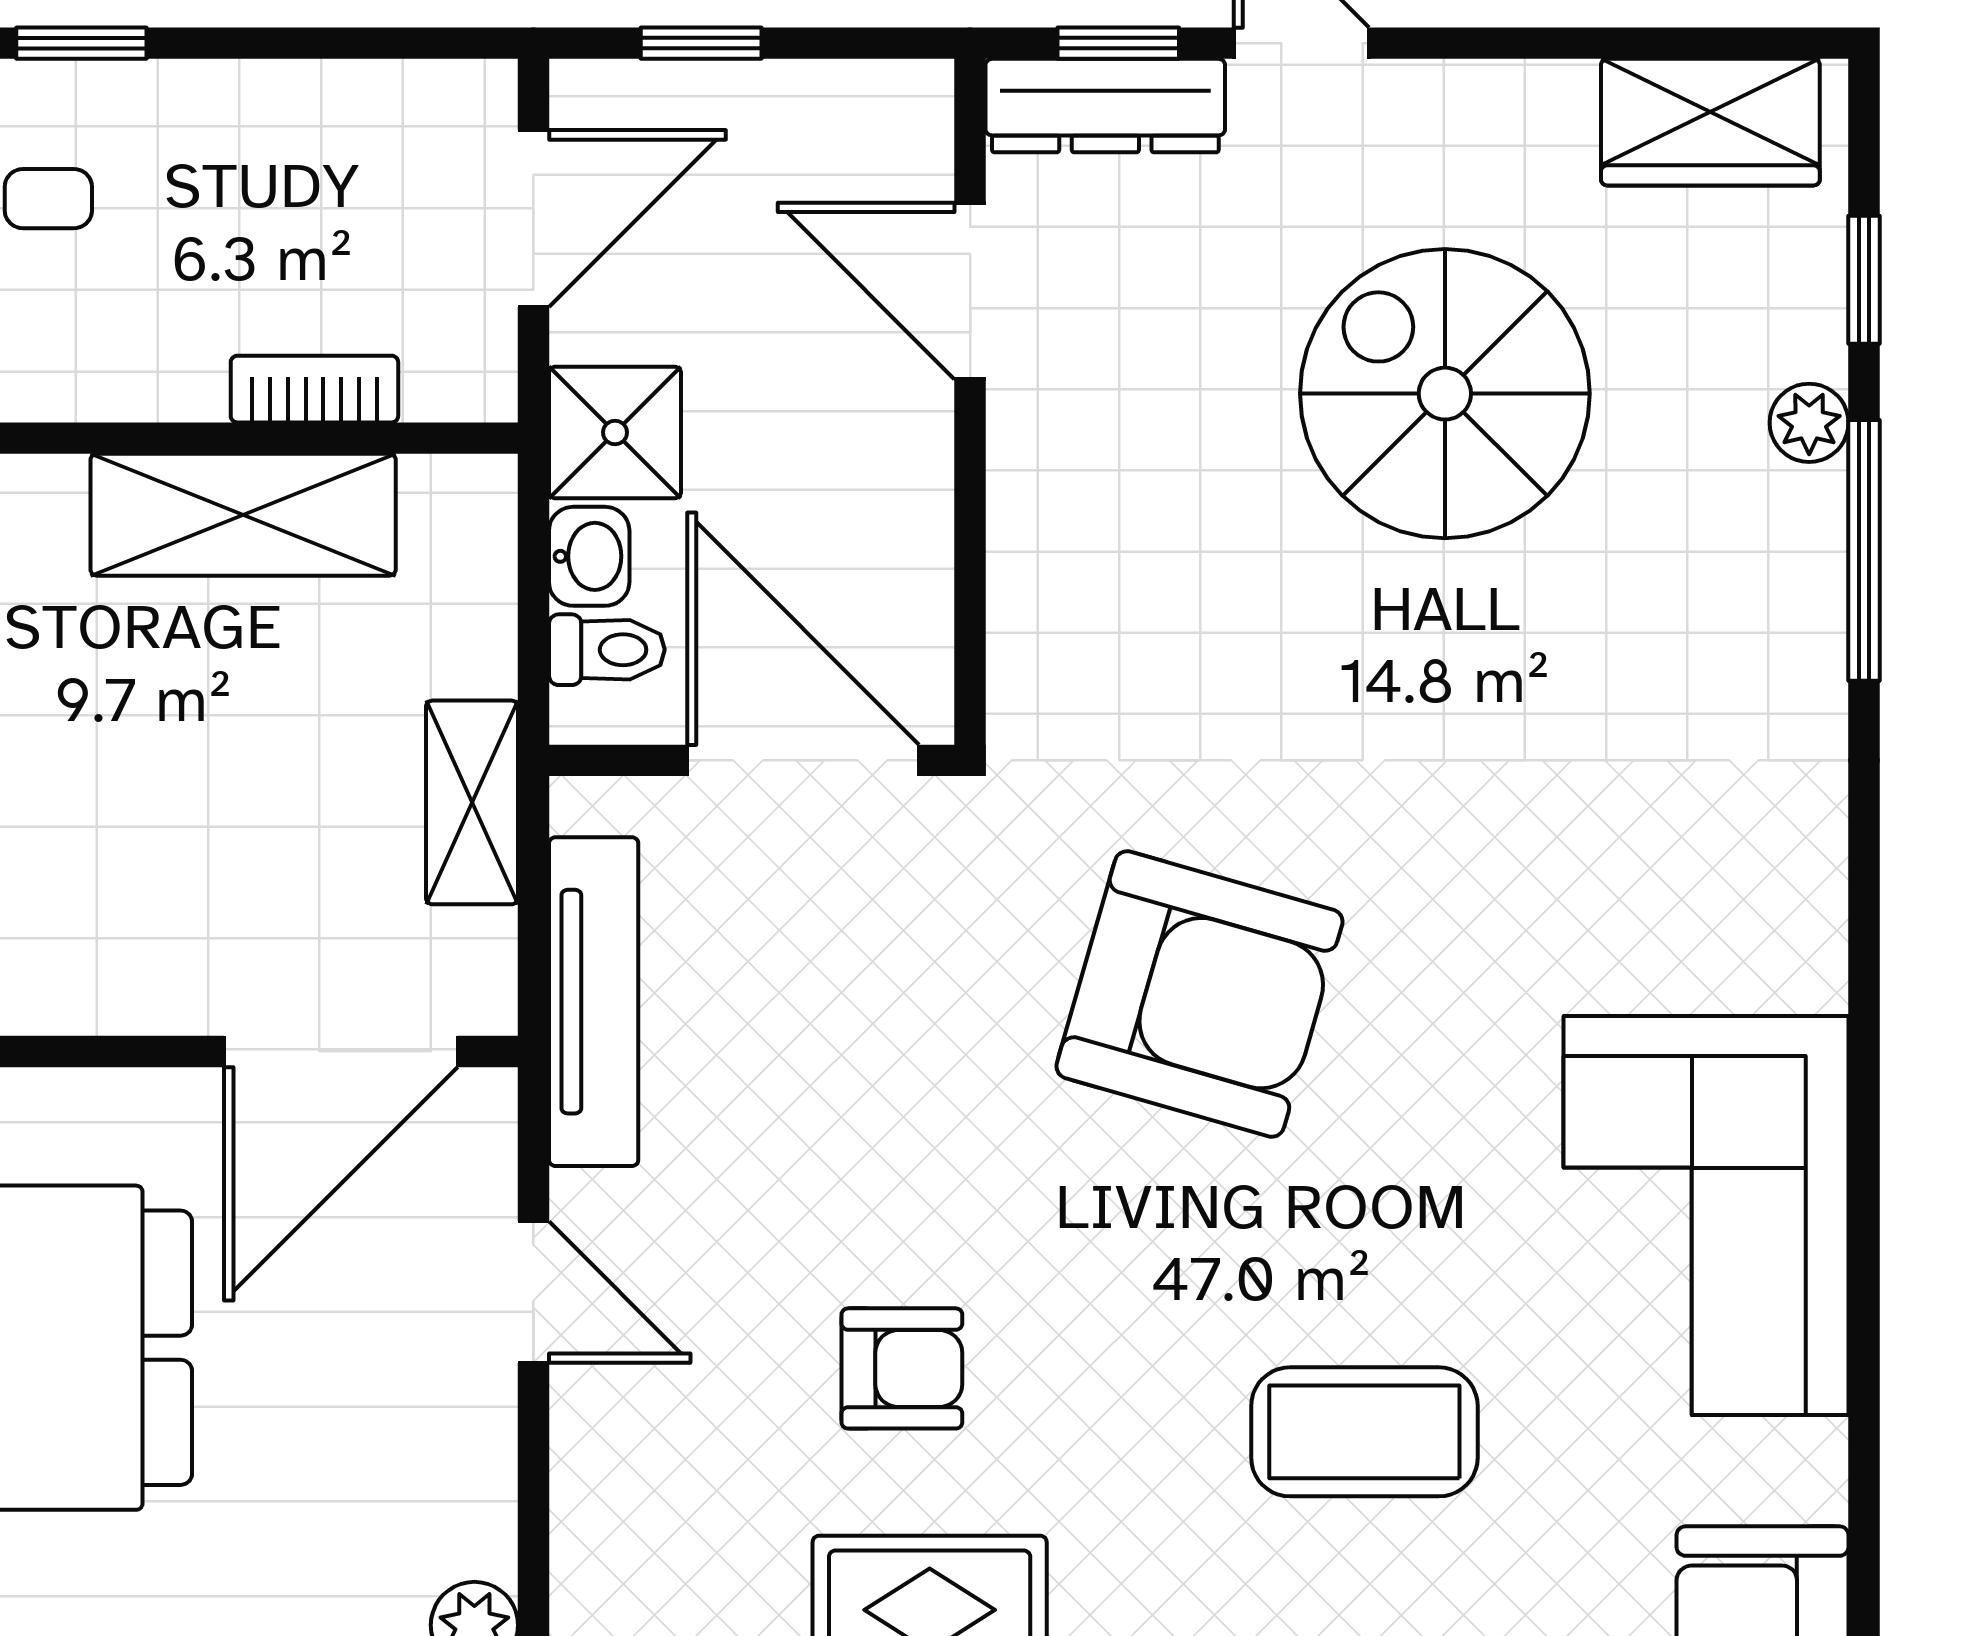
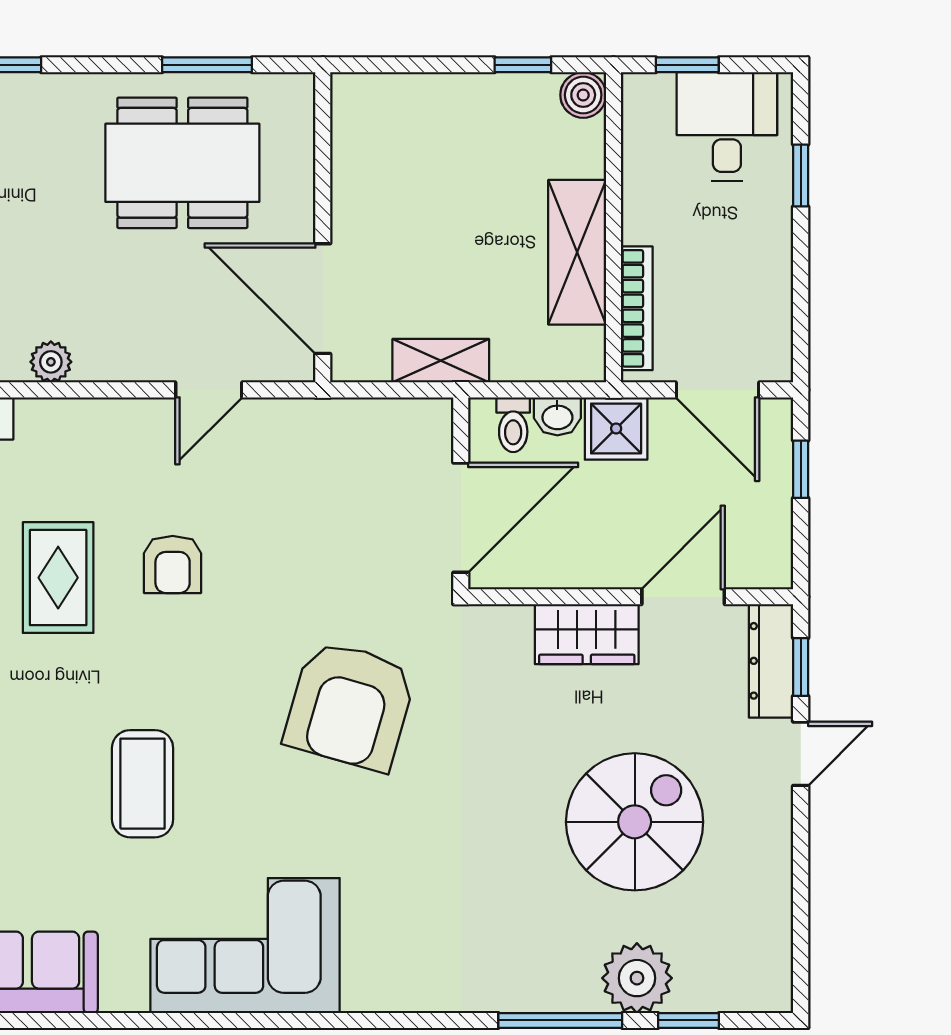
wardrobe: (1710, 122) -> (587, 634), moved, turned -90
bookcase: (314, 389) -> (637, 308), width x1.56
plant: (1809, 423) -> (637, 978), width x1.88, depth x1.88
tv unit: (594, 1002) -> (346, 418), removed

